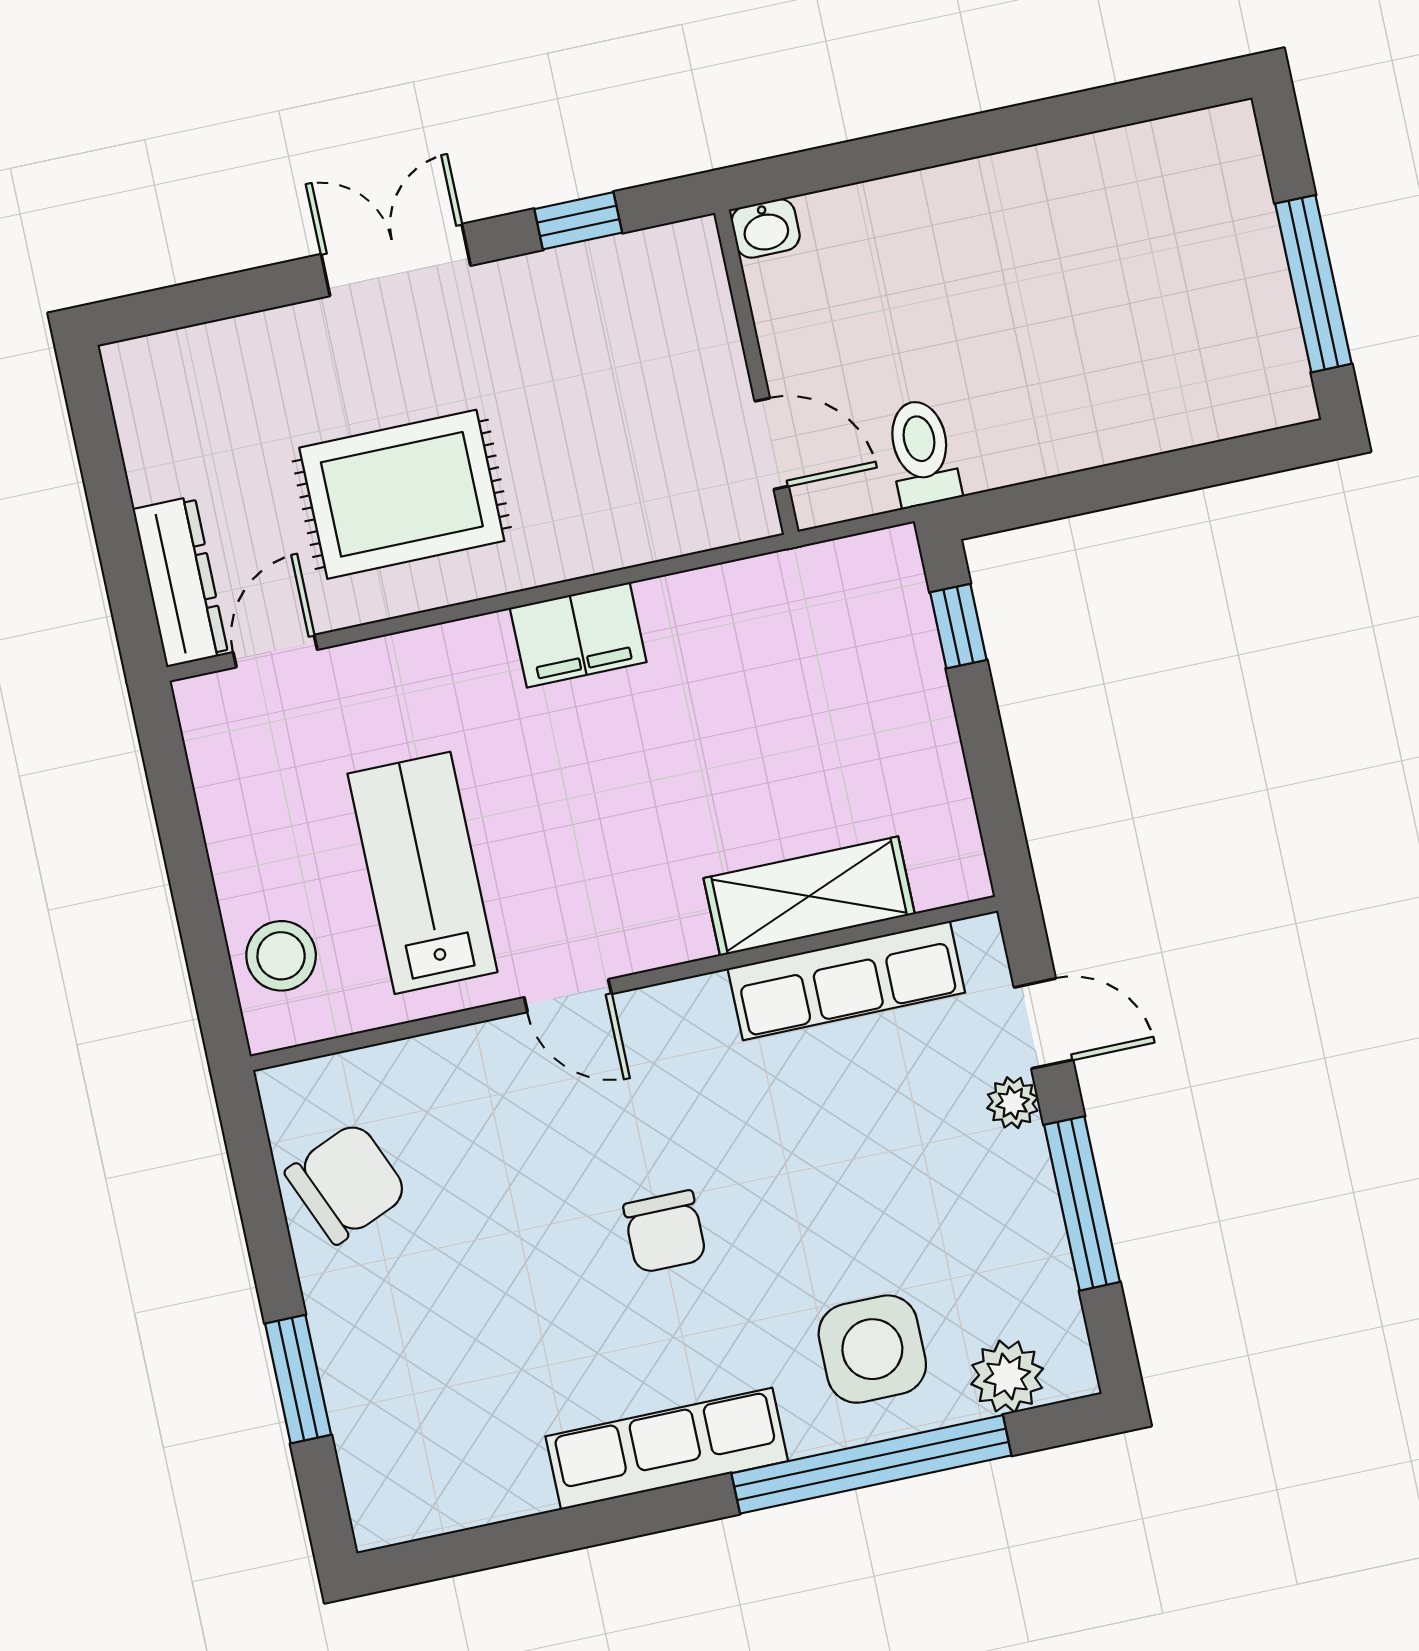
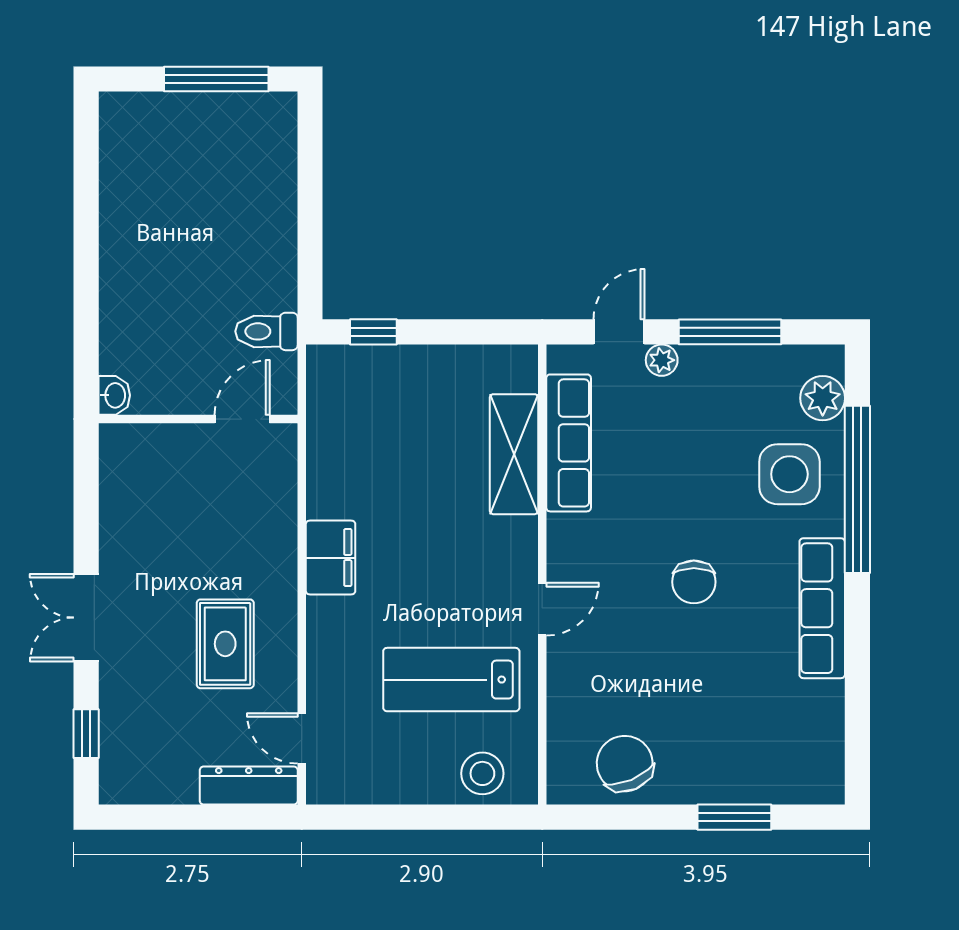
window: (578, 221) -> (86, 734), moved
rug: (402, 494) -> (225, 644), width x0.73, depth x0.70
chair: (665, 1232) -> (694, 582), turned 90

